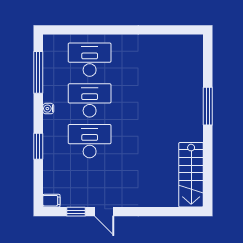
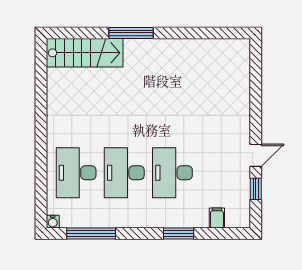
water cooler: (48, 109) -> (53, 222), moved
stairs: (191, 175) -> (85, 53), moved
filing cabinet: (51, 201) -> (217, 218), moved

